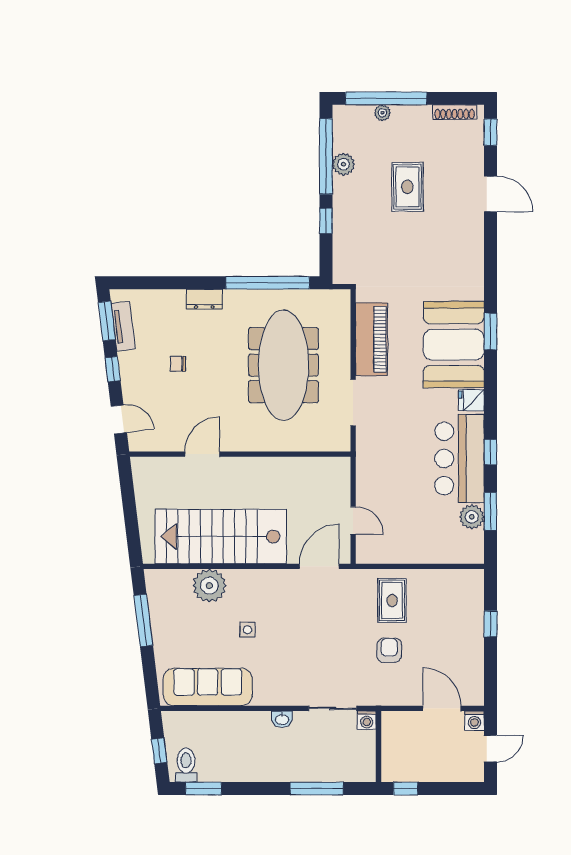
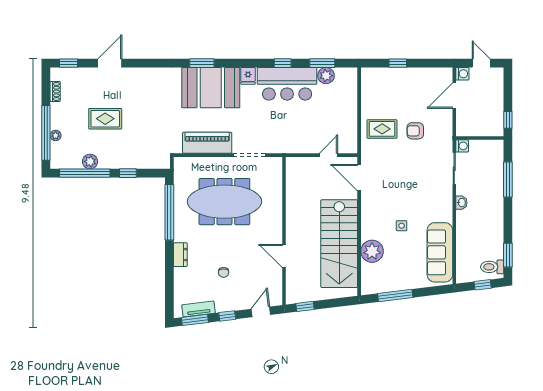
shoe rack: (455, 112) -> (55, 92), width x0.70
window: (127, 486) -> (305, 306), added

